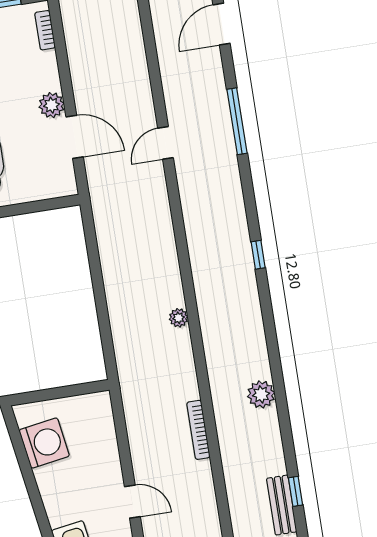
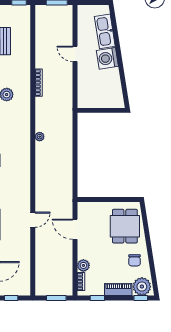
plant: (52, 105) -> (83, 265), moved
washing machine: (44, 443) -> (107, 58), moved

